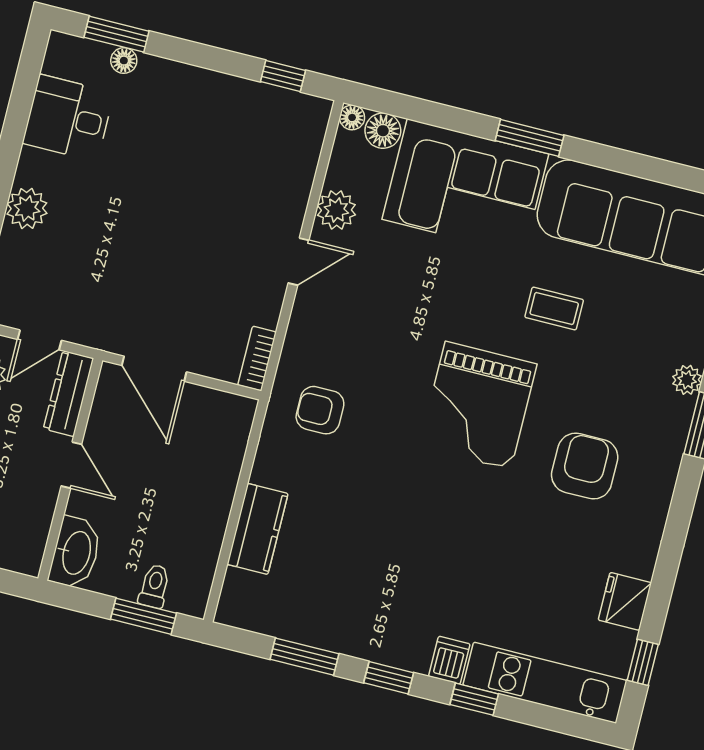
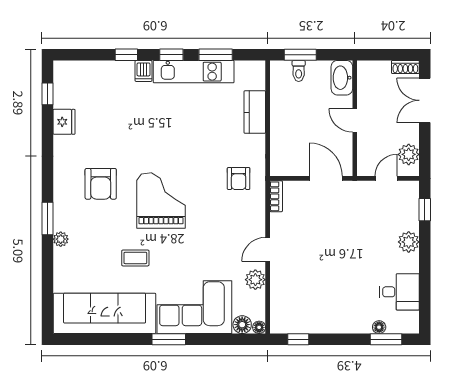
dresser: (68, 394) -> (365, 156), removed
armchair: (320, 410) -> (239, 179), turned 90
kitchen unit: (545, 683) -> (194, 72), moved

